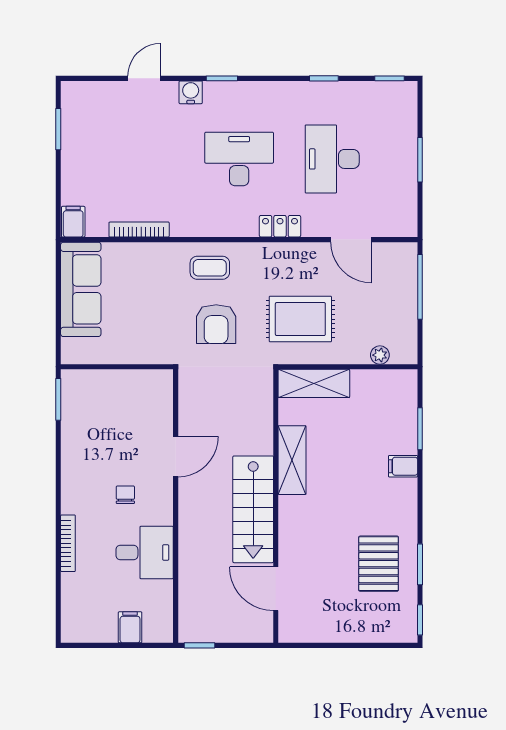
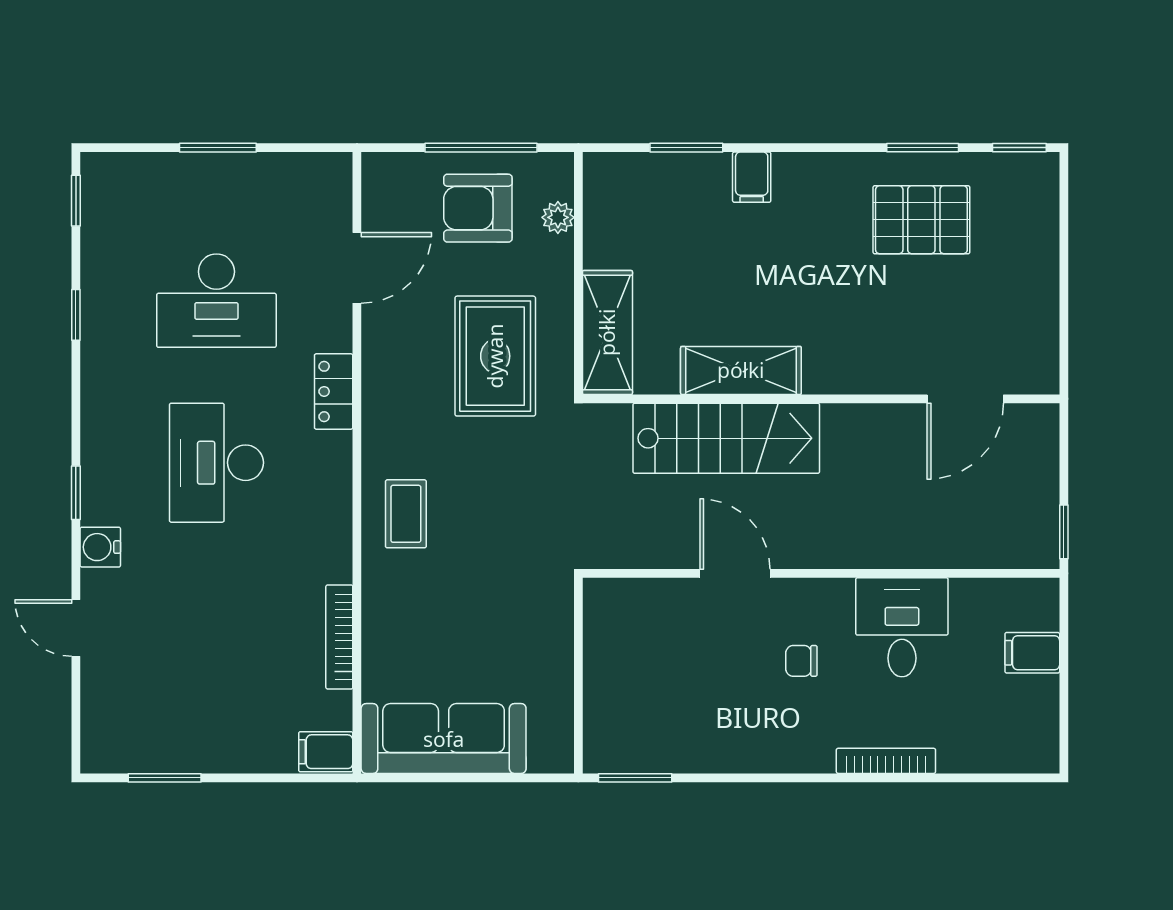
window: (420, 287) -> (481, 148), moved
armchair: (216, 324) -> (478, 208), moved, turned 180
stairs: (253, 509) -> (726, 438), moved

